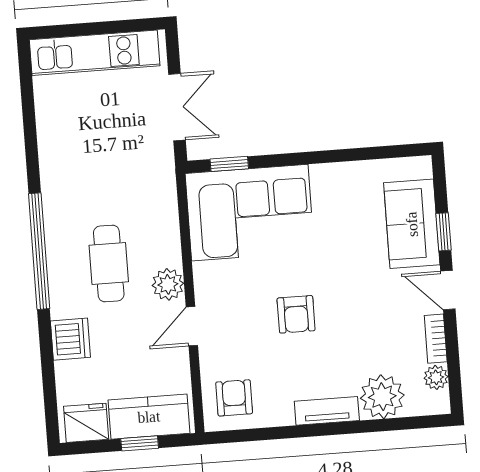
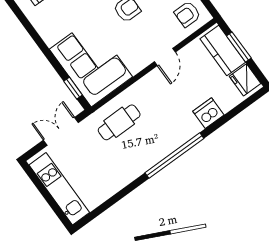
cafe table: (109, 264) -> (119, 122), moved
plant: (168, 284) -> (151, 82), removed
door: (192, 326) -> (165, 57), hinge flipped
window: (140, 443) -> (239, 47), width x1.50

